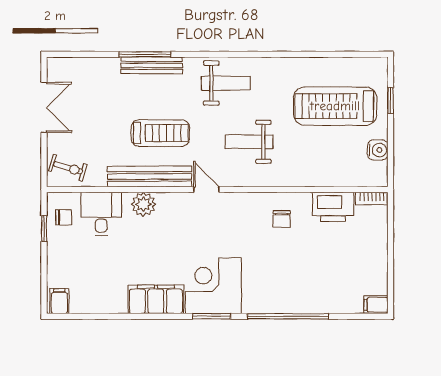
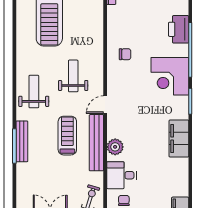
weight bench: (249, 142) -> (73, 76), turned 180
printer: (333, 207) -> (179, 29), moved, turned 180
corner desk: (213, 286) -> (170, 76), moved

